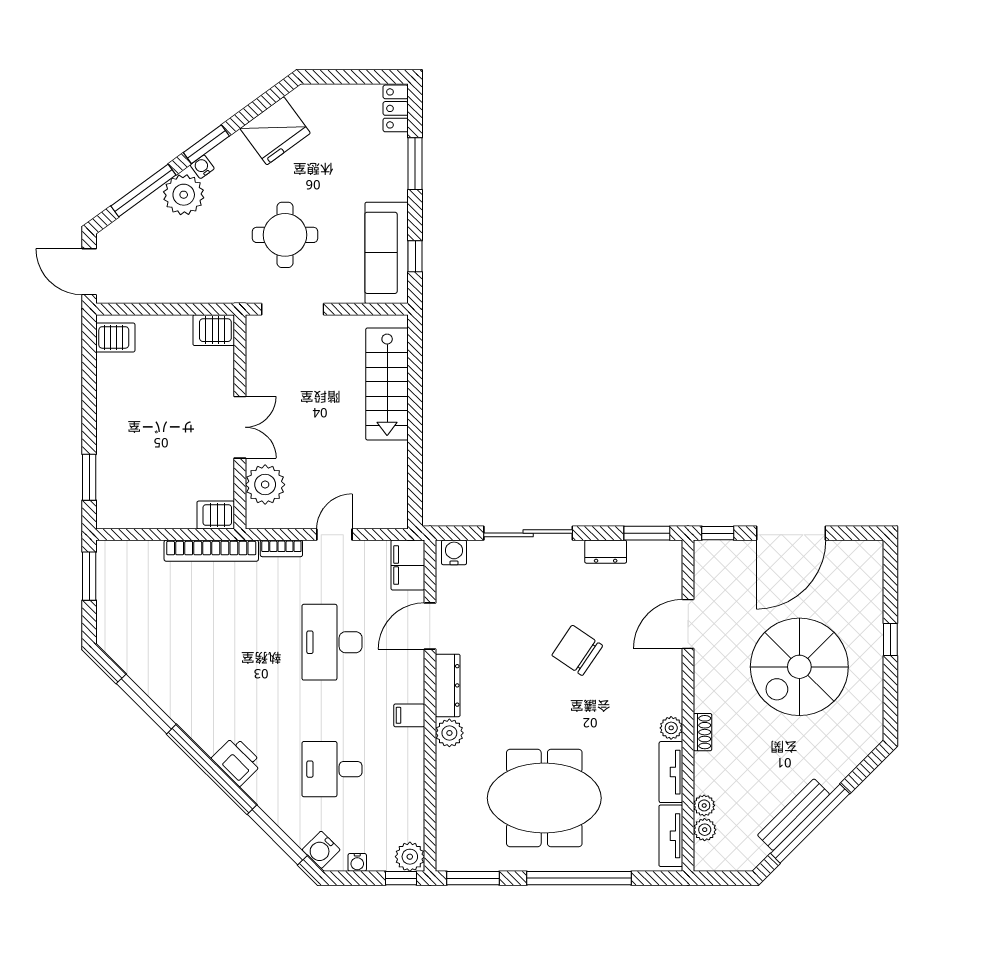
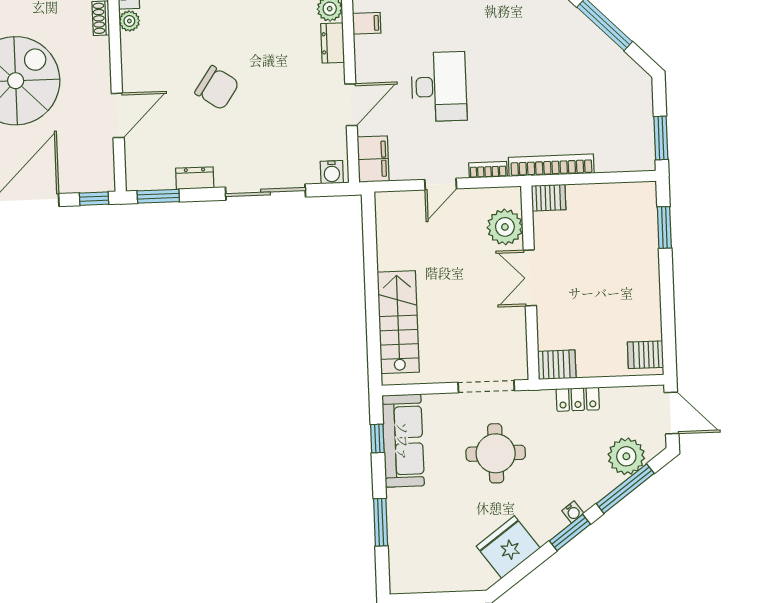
locker: (396, 108) -> (578, 399), moved, turned 90
plant: (184, 195) -> (626, 456), moved
dresser: (448, 685) -> (333, 43), width x0.70

